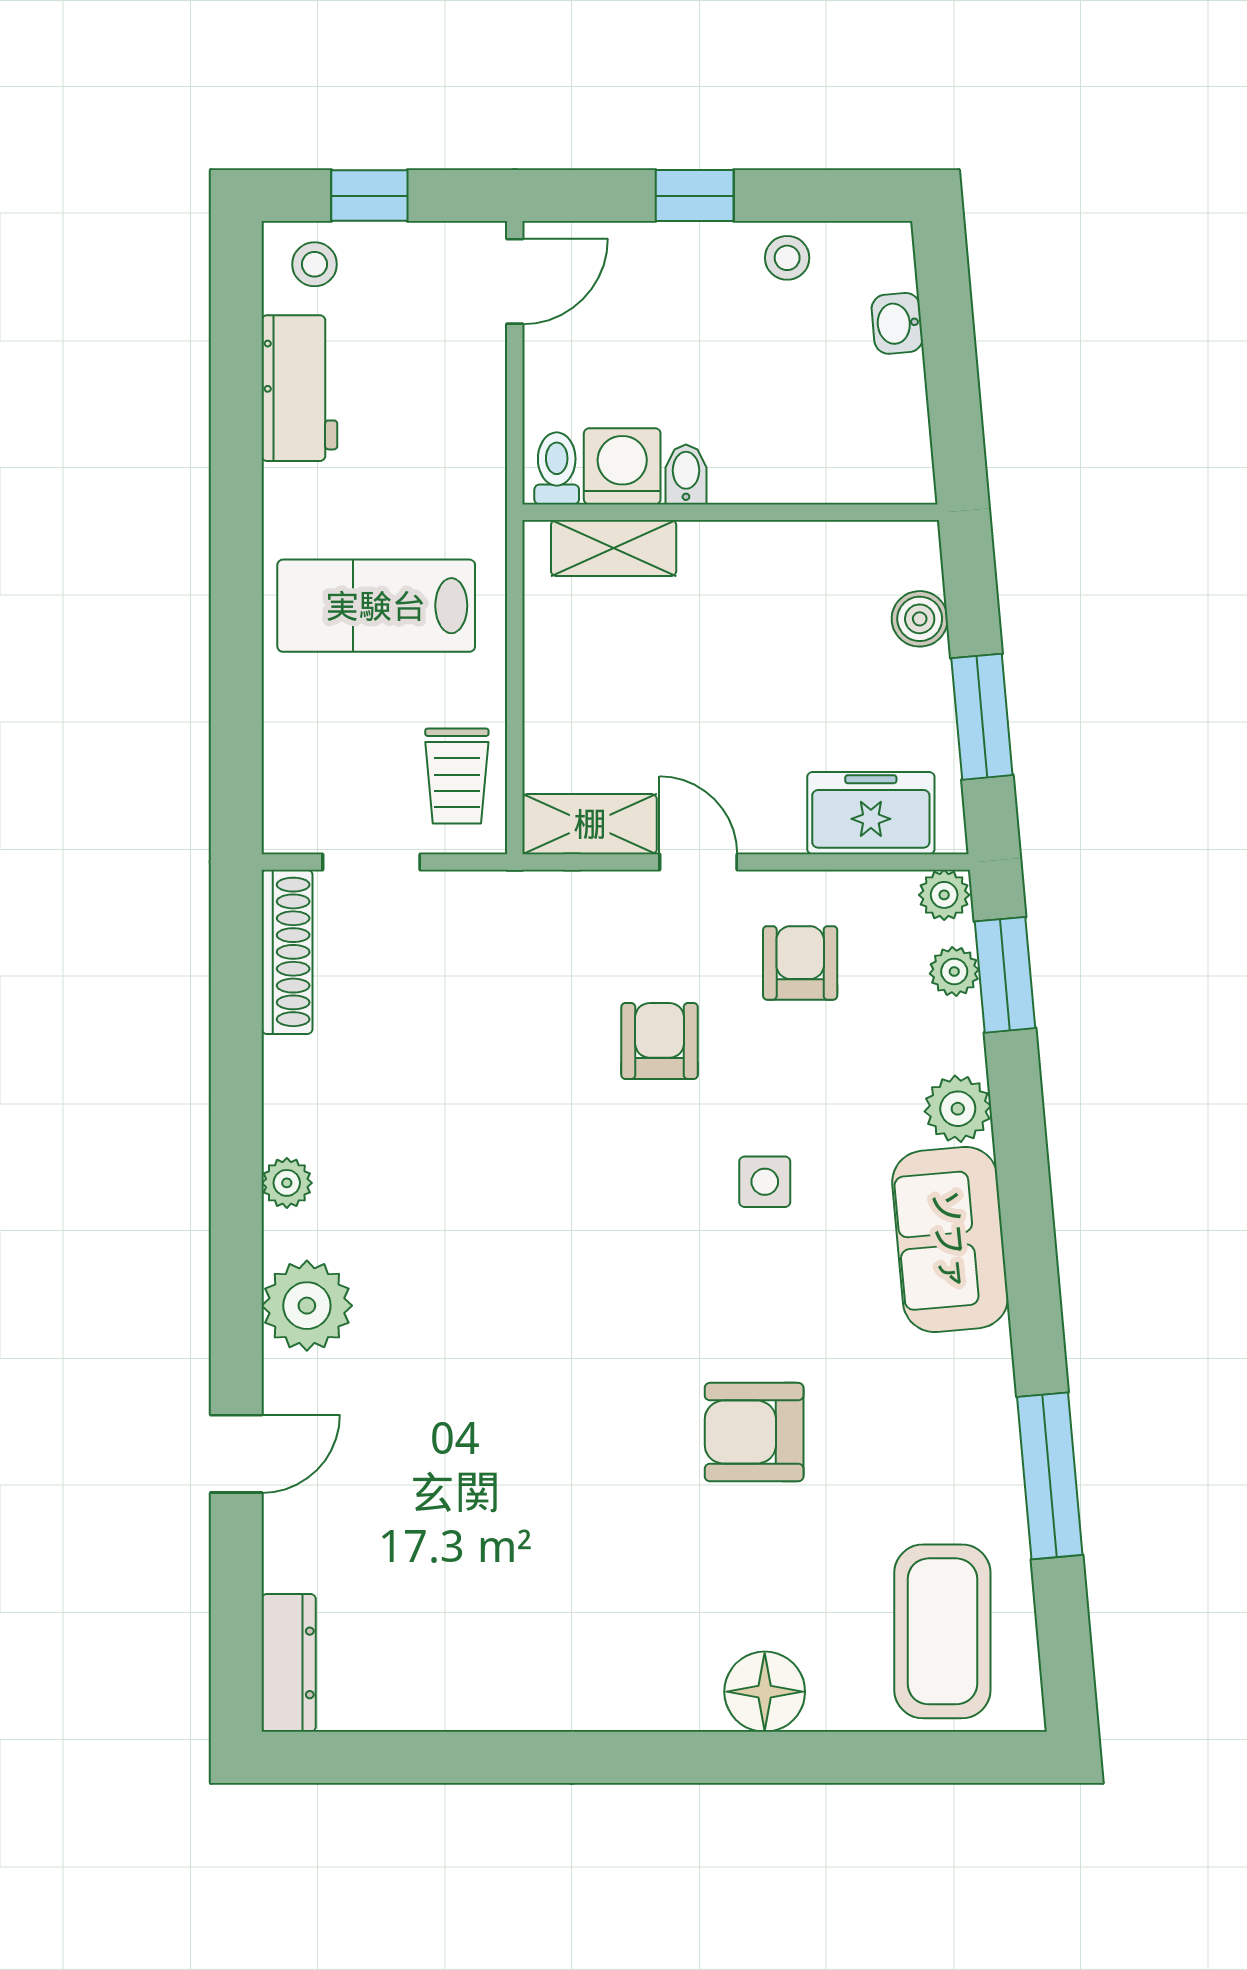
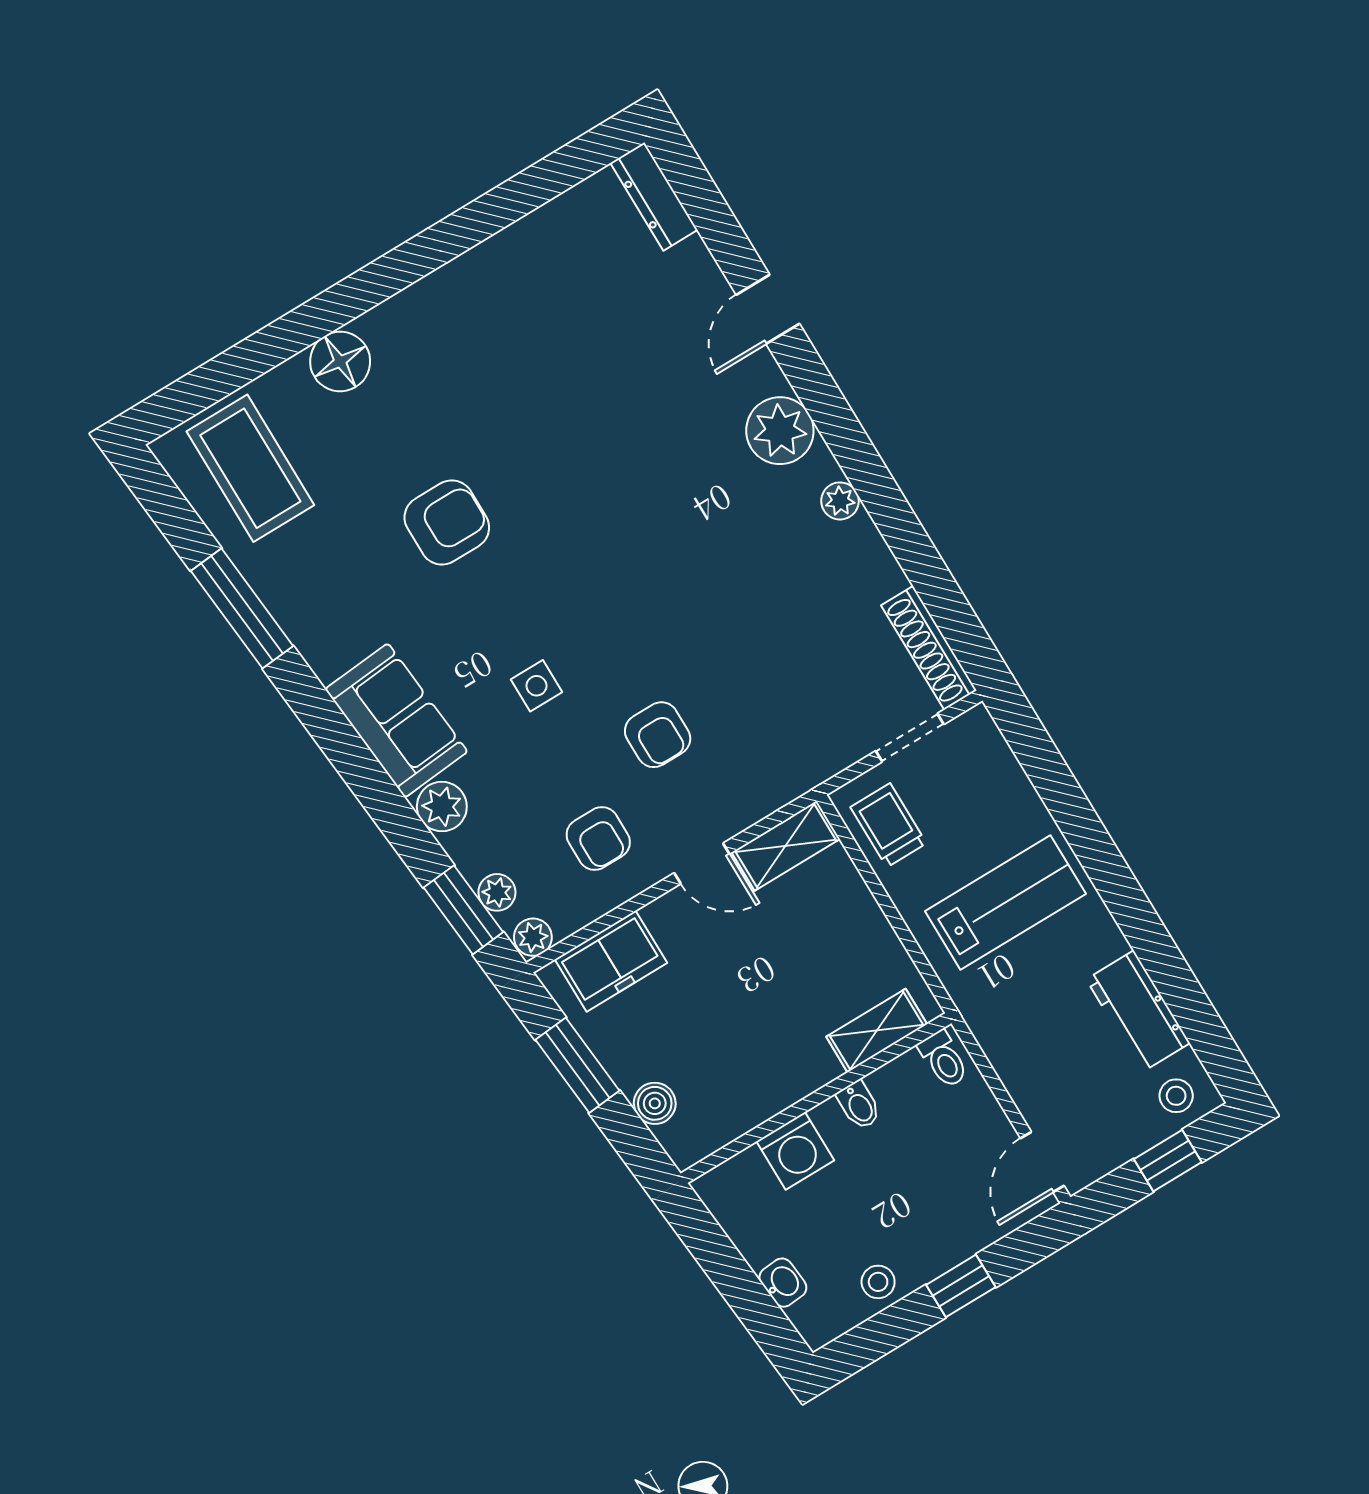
washing machine: (622, 466) -> (795, 1151), moved

